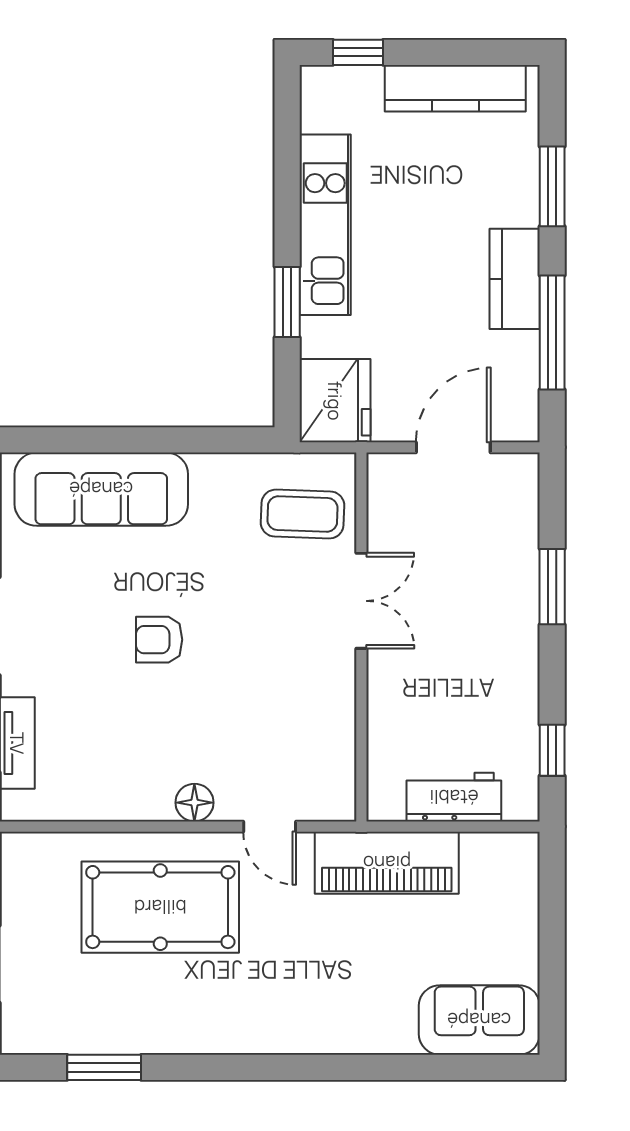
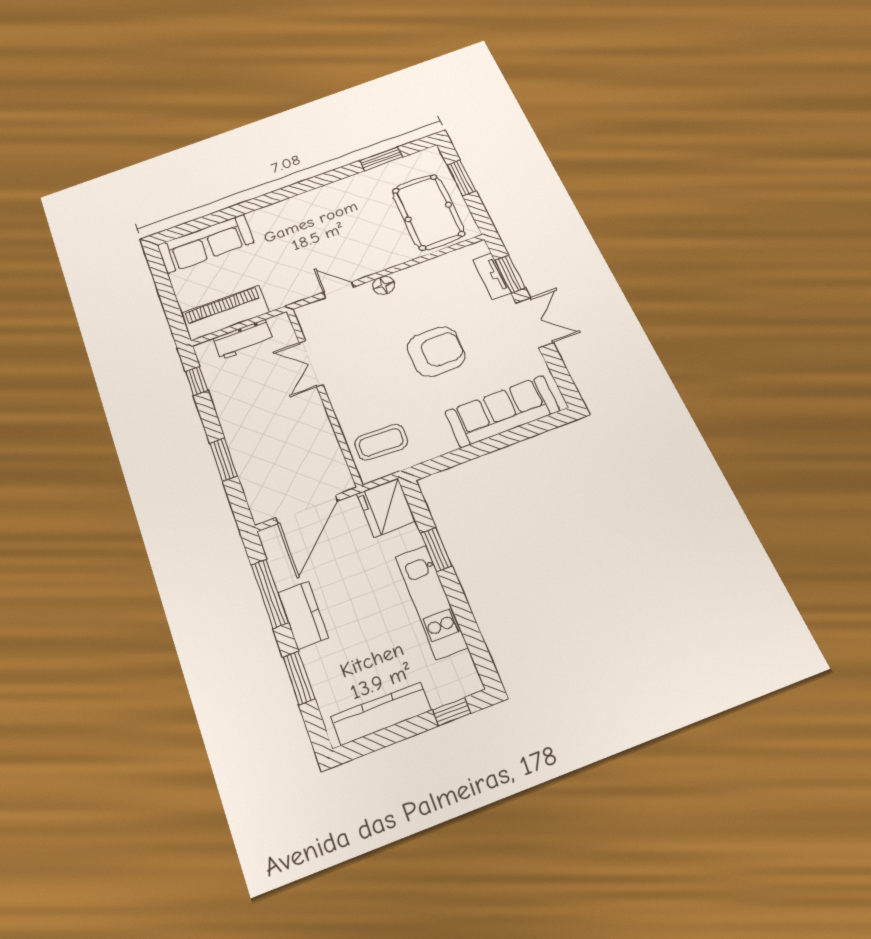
door: (453, 447) -> (307, 509), width x1.36
double door: (361, 601) -> (311, 363), moved
armchair: (159, 640) -> (436, 352), width x1.88, depth x1.88
piano: (387, 863) -> (225, 313), moved
pool table: (160, 907) -> (428, 212), moved, turned 90
sofa: (479, 1020) -> (206, 244), width x1.36

